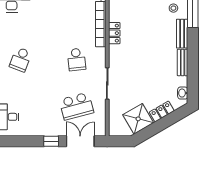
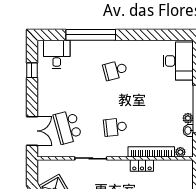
school desk: (21, 59) -> (115, 70), turned -36
window: (51, 141) -> (32, 70), moved

